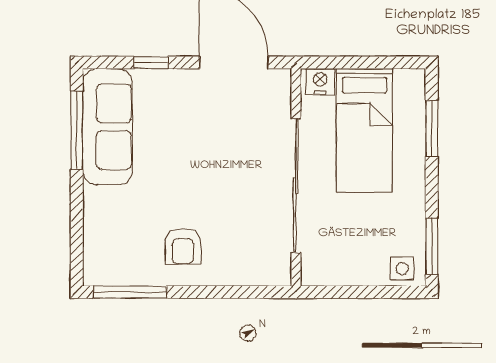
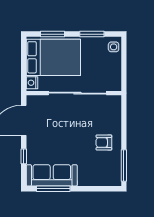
bed: (364, 130) -> (53, 57), width x1.50
armchair: (183, 246) -> (104, 143), turned 180
window: (432, 246) -> (92, 34), moved

